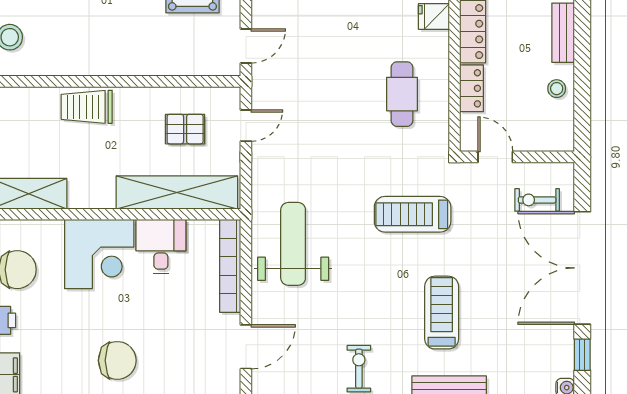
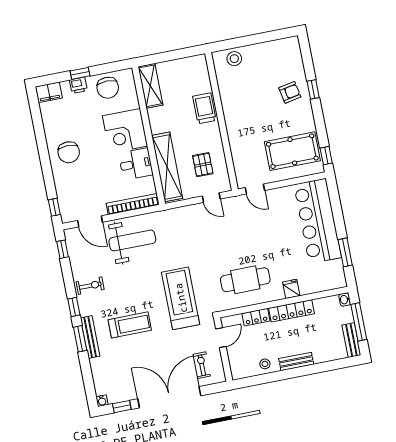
cafe table: (402, 94) -> (245, 280), width x1.37, depth x1.35
treadmill: (413, 214) -> (181, 298), width x1.37, depth x1.38
weight bench: (293, 244) -> (132, 240), moved

